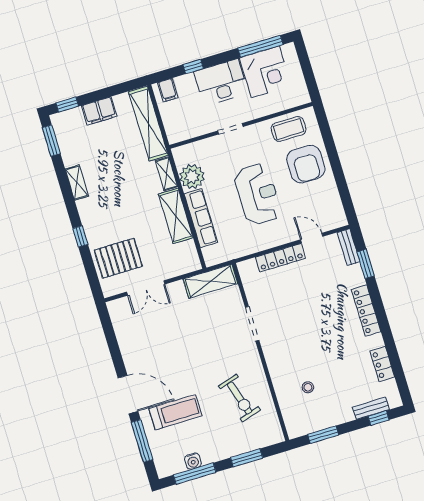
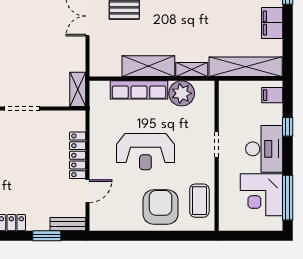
armchair: (306, 164) -> (161, 207), turned 90
shelving: (210, 281) -> (78, 89), width x0.67, depth x0.75

